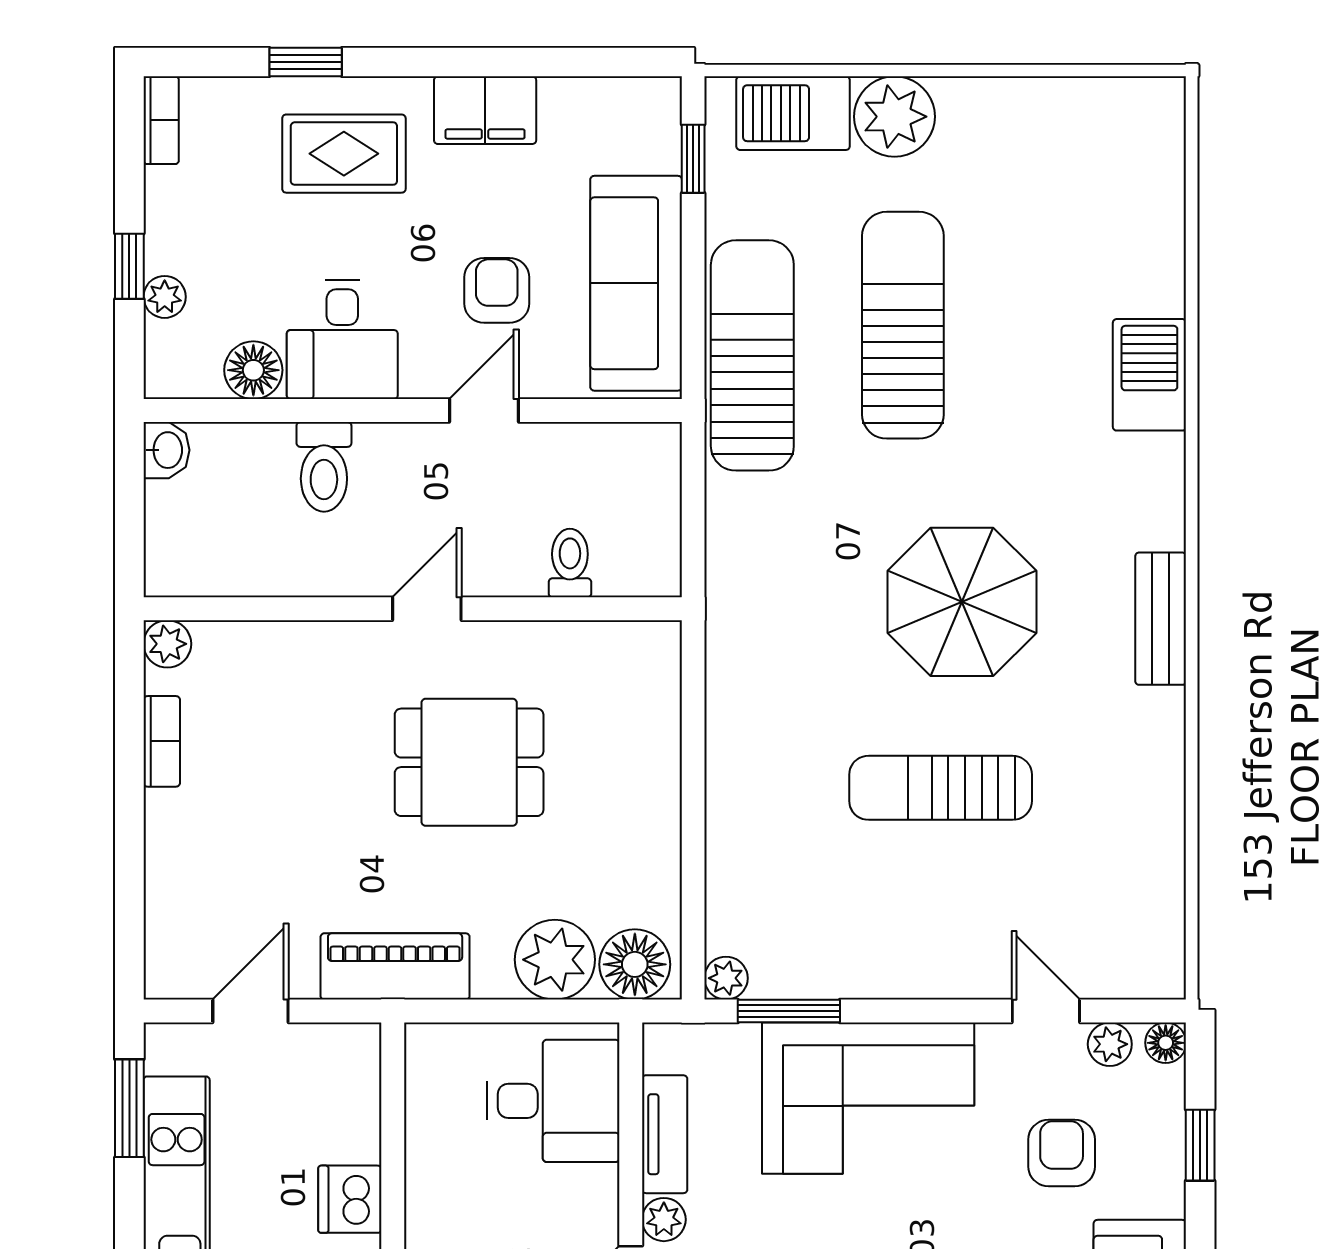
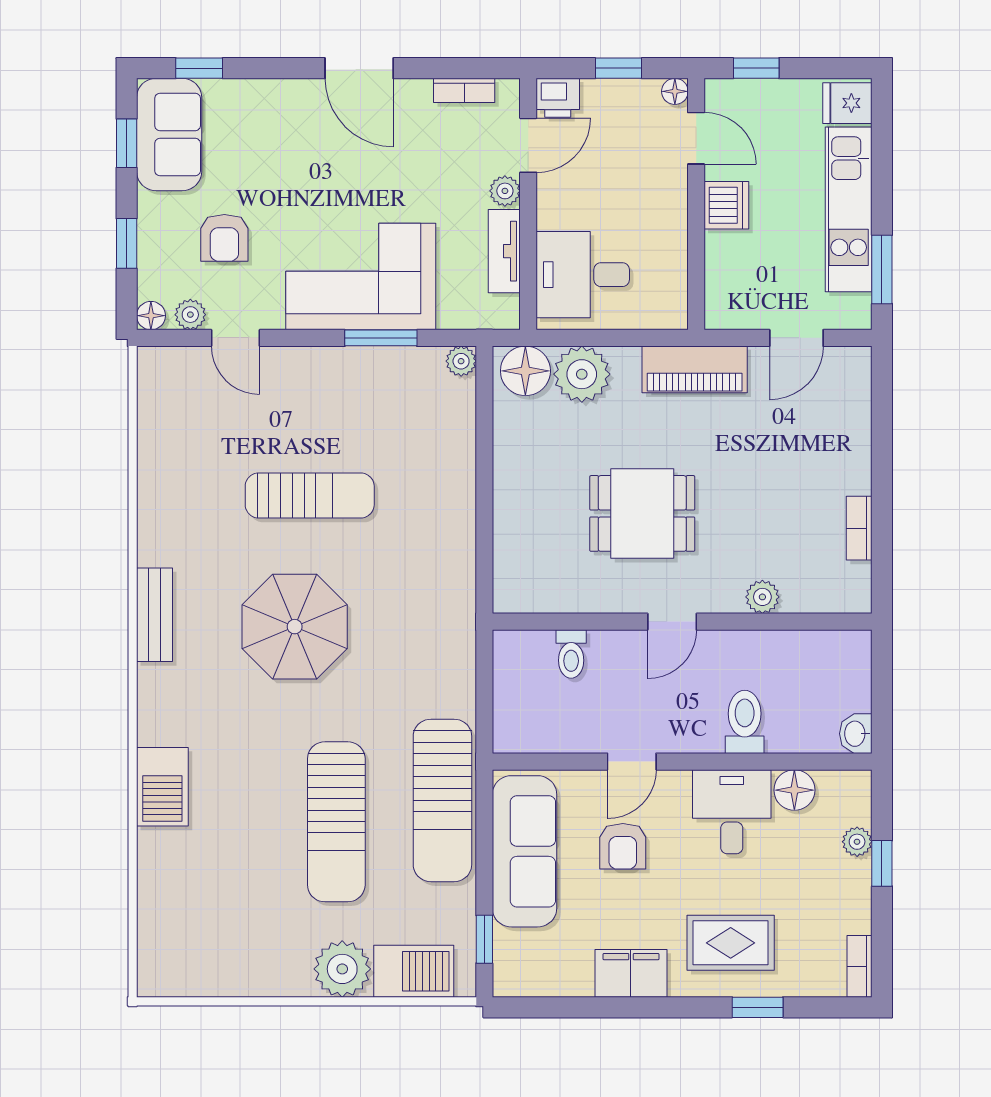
plant: (167, 644) -> (762, 597), moved
window: (789, 1011) -> (381, 338), moved

